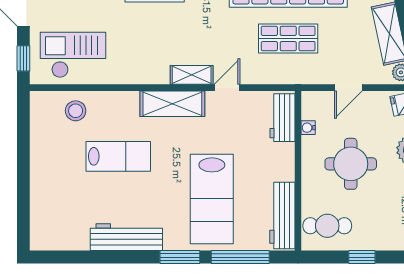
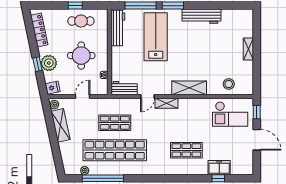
shelving: (172, 104) -> (189, 88), moved
workbench: (282, 118) -> (124, 88), moved, turned -90
lab bench: (118, 156) -> (206, 60), removed
shelving: (39, 176) -> (248, 49), added
cafe table: (327, 226) -> (81, 21), moved

